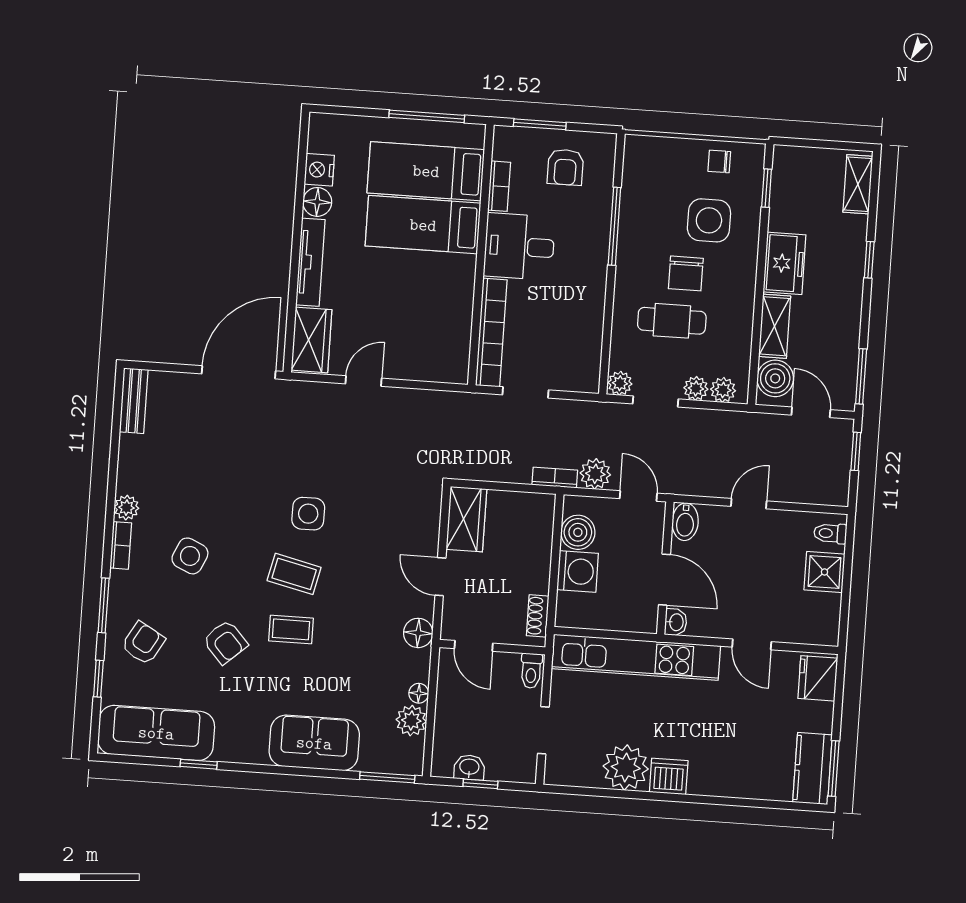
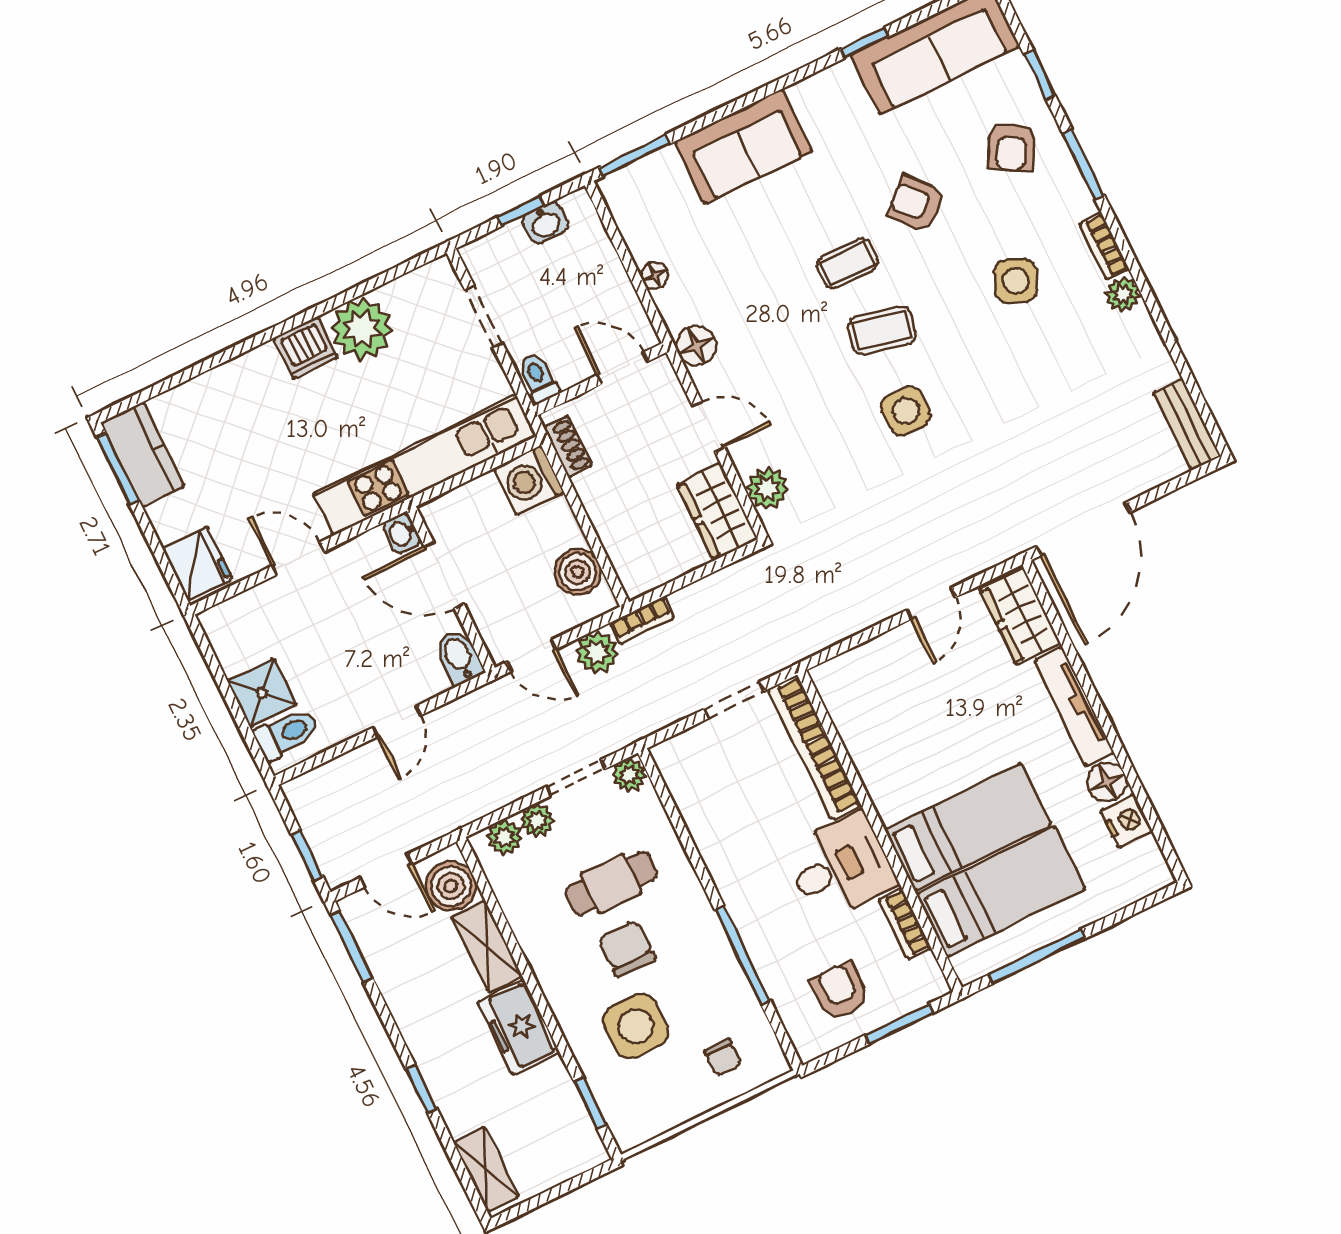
chair: (719, 161) -> (723, 1057), moved, turned 90
toilet: (830, 533) -> (287, 734), width x1.37, depth x1.39
washing machine: (578, 571) -> (529, 480), moved
plant: (411, 721) -> (767, 488), moved

